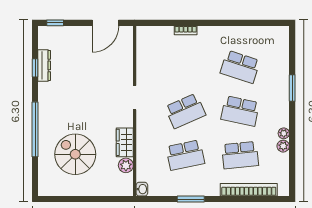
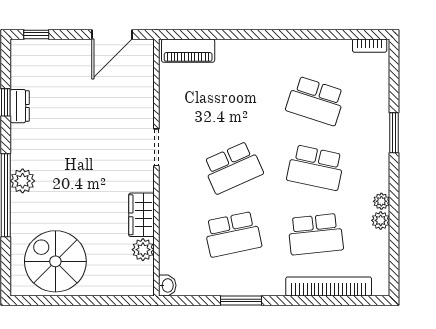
bookcase: (186, 30) -> (370, 46), moved
piano: (156, 34) -> (188, 51), added
dresser: (44, 65) -> (20, 106), width x0.70
plant: (46, 120) -> (23, 181), added
spiral stairs: (75, 154) -> (55, 261), moved

